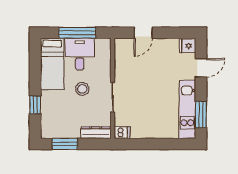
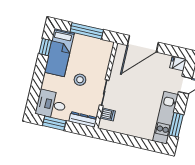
door: (143, 33) -> (143, 44), width x1.87
desk: (80, 54) -> (51, 104), moved, turned -90
window: (35, 105) -> (45, 47), moved
dishwasher: (122, 133) -> (108, 114), moved

